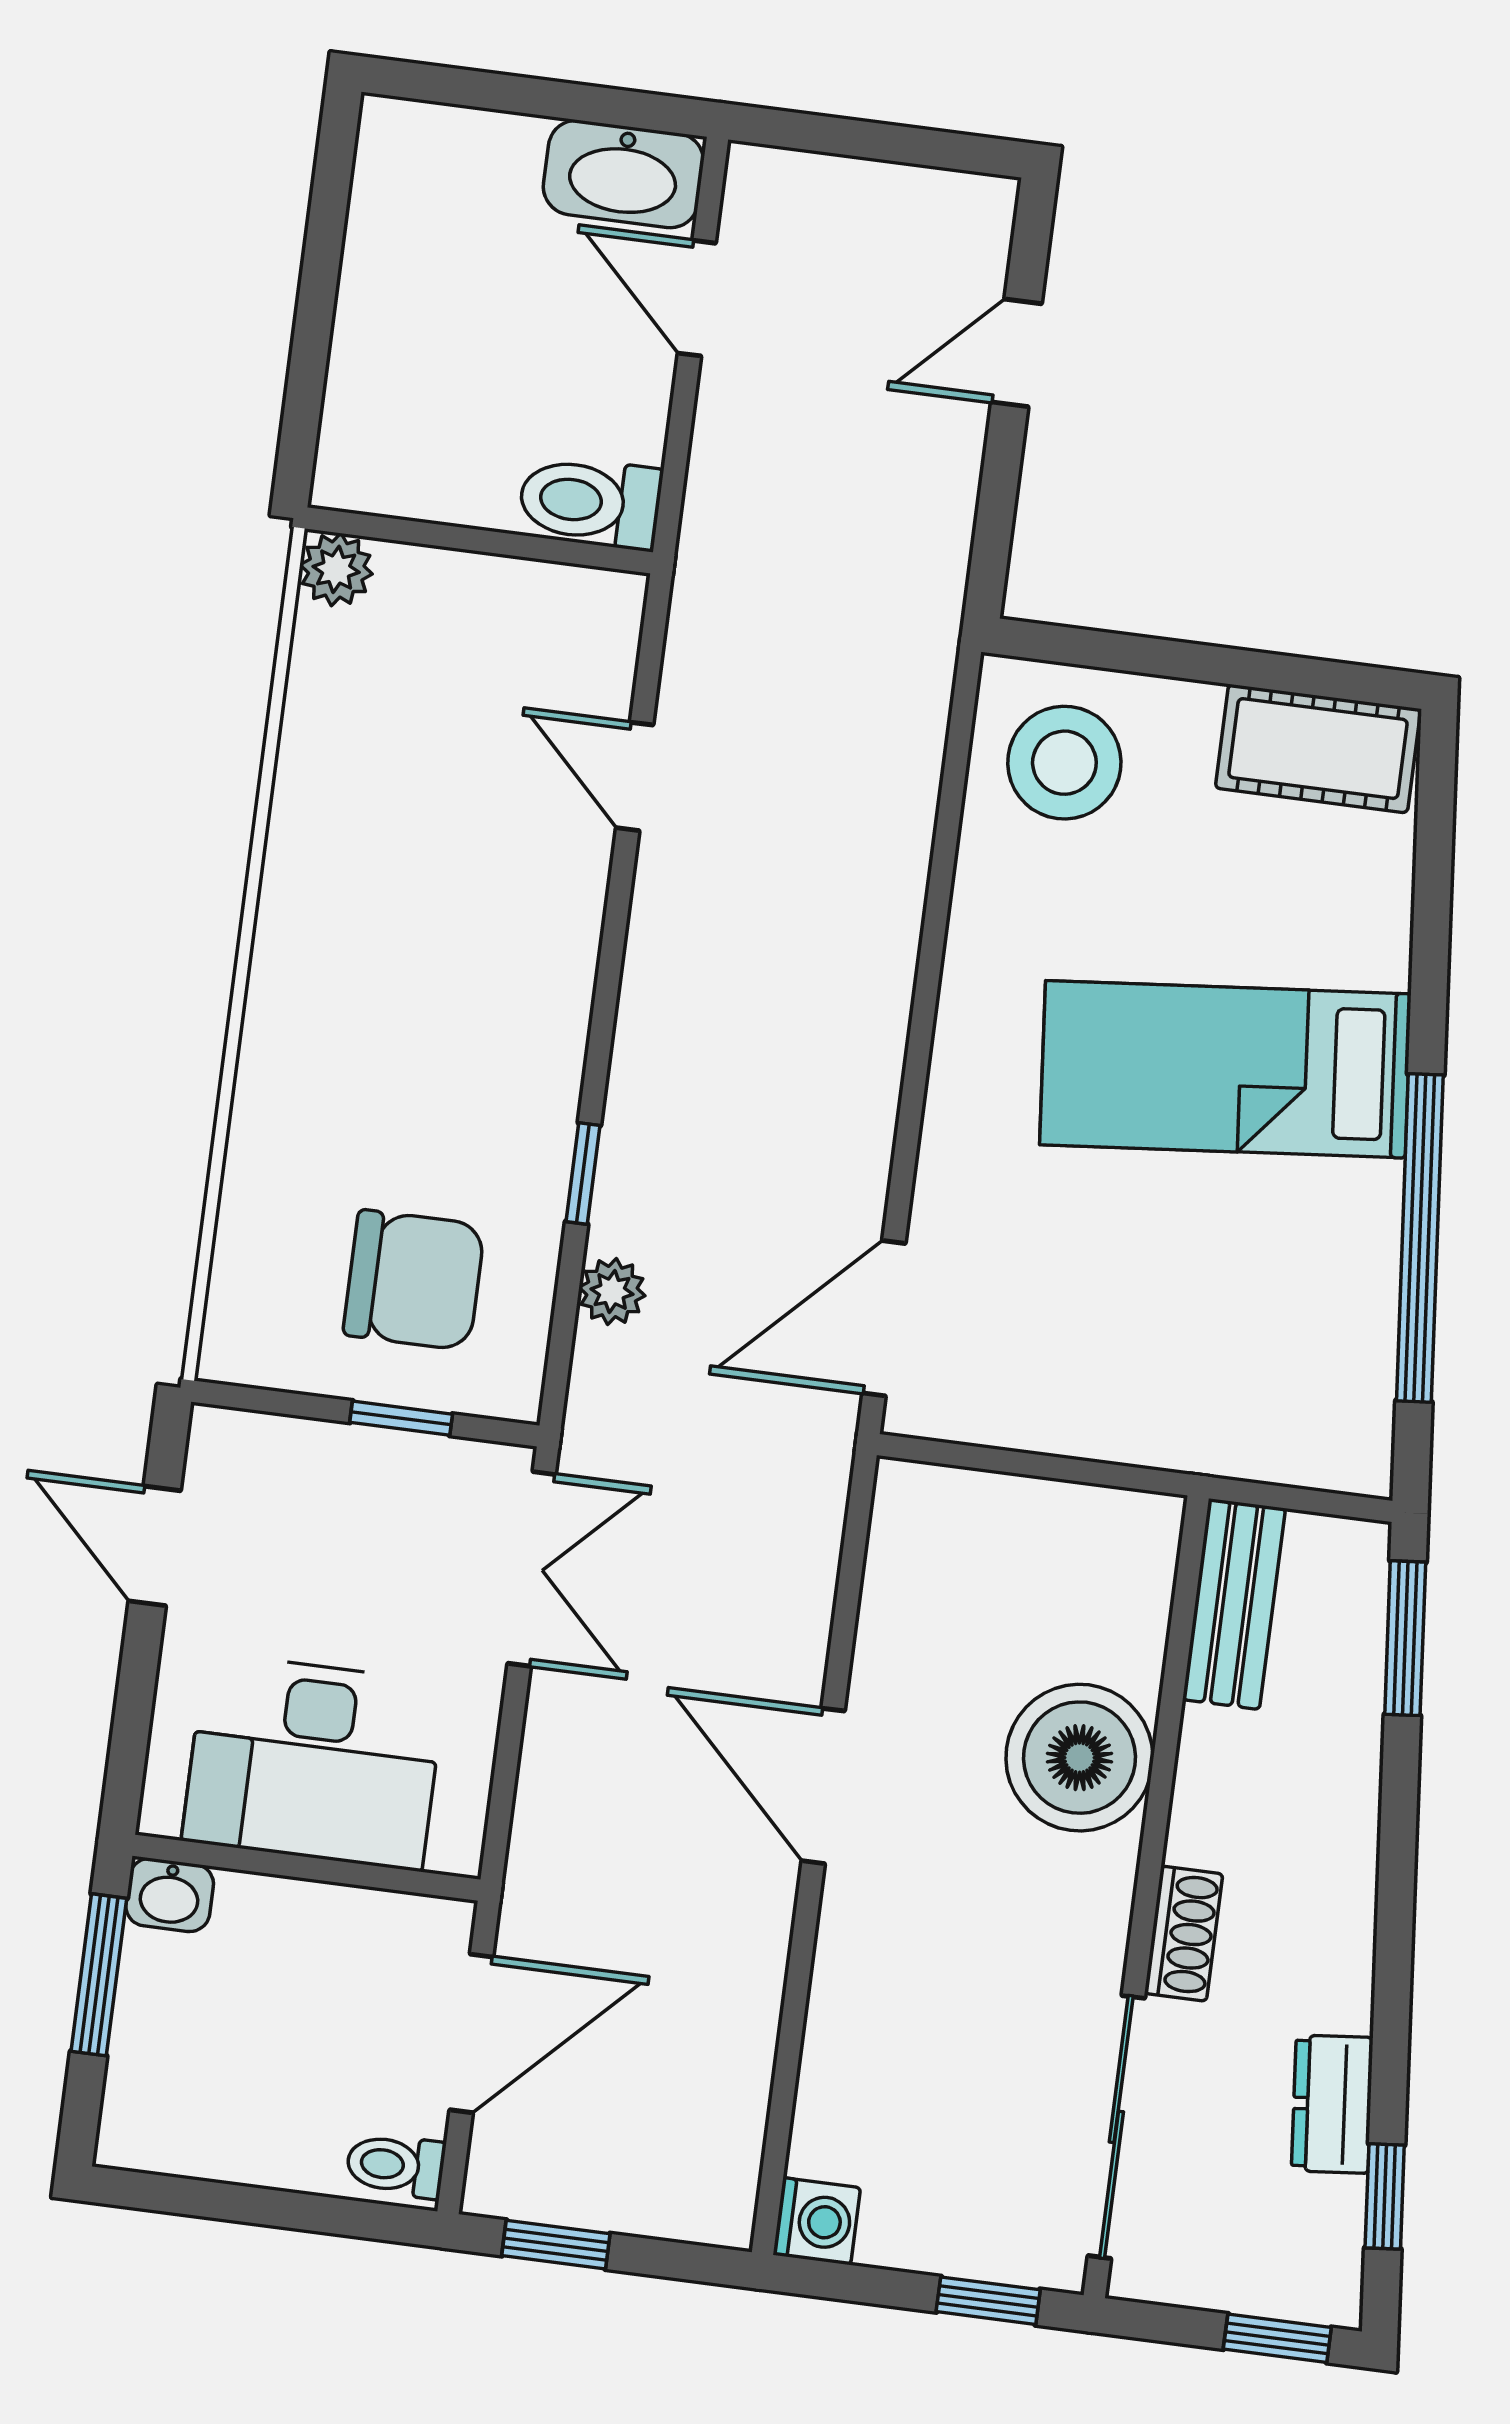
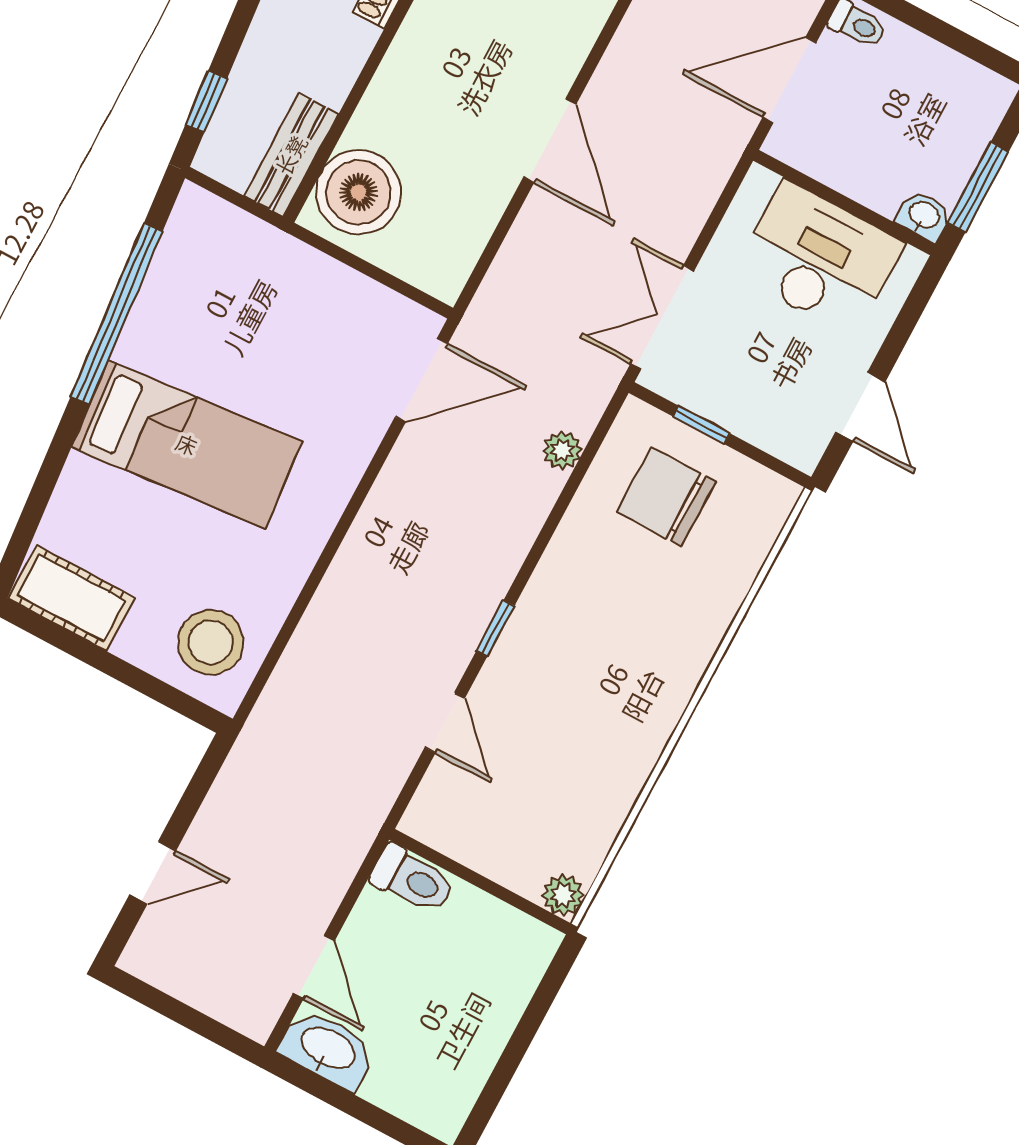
window: (583, 1174) -> (495, 628), moved
window: (1405, 1638) -> (206, 101), width x0.67
boiler: (1079, 1758) -> (359, 192), moved

